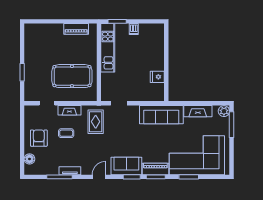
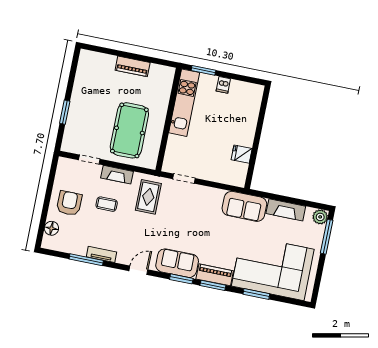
piano: (76, 29) -> (133, 66), moved
pool table: (72, 76) -> (129, 130), turned 90
sofa: (161, 115) -> (244, 206), width x0.73

